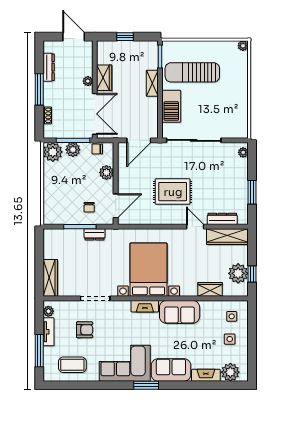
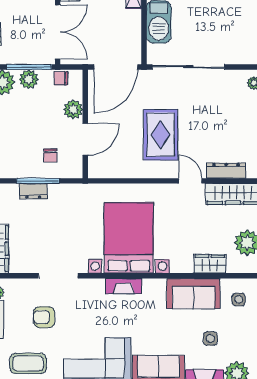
door: (139, 140) -> (116, 67), width x1.36
rug: (173, 192) -> (161, 135), turned 90
door: (116, 206) -> (85, 139), moved
dresser: (95, 234) -> (33, 191), moved
sofa: (180, 312) -> (193, 294), moved
armchair: (85, 330) -> (44, 317), turned 180
side table: (230, 339) -> (210, 338), moved

